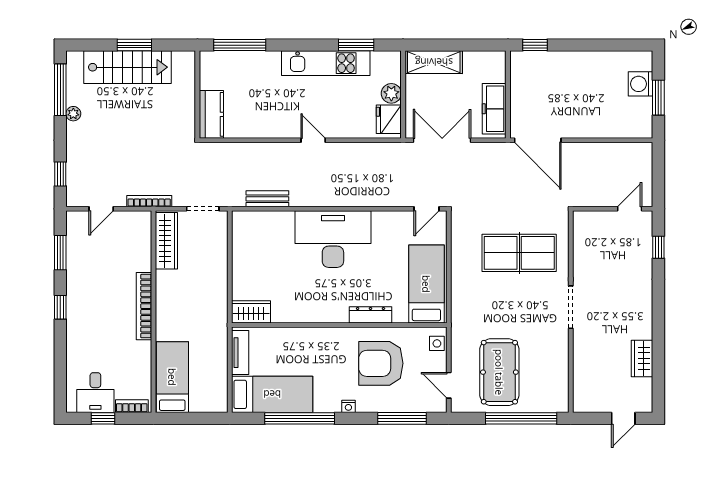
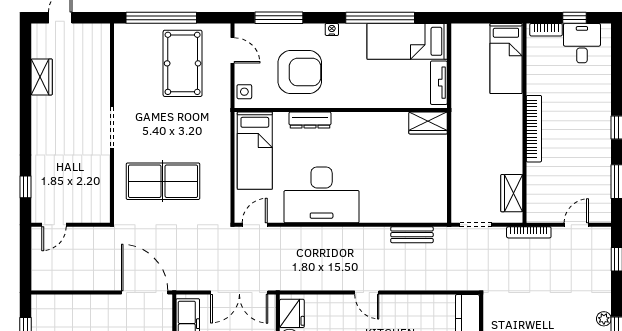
desk: (333, 239) -> (322, 195), moved
wardrobe: (166, 241) -> (512, 193), width x0.67

